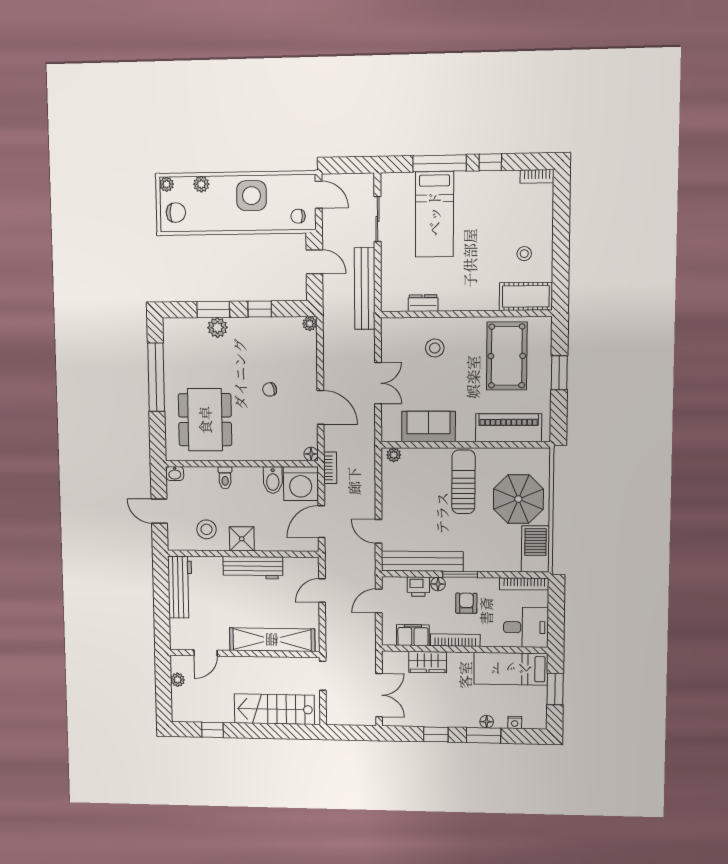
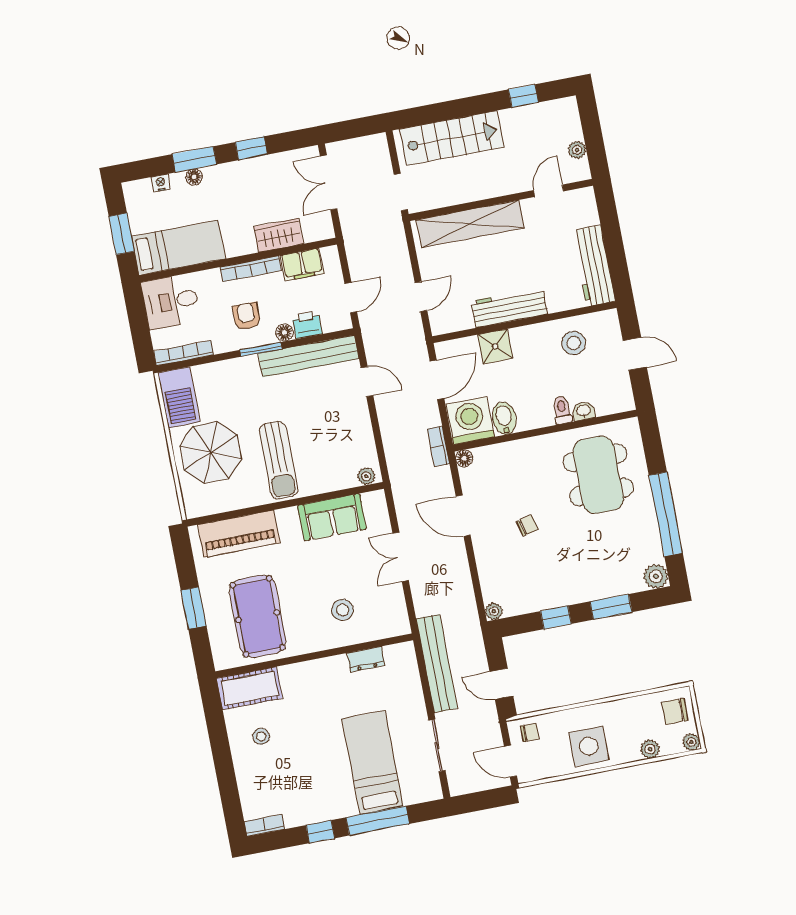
plant: (217, 328) -> (656, 576), moved
washbasin: (175, 474) -> (584, 411), moved
shower: (242, 539) -> (495, 347), moved
armchair: (466, 603) -> (247, 316), turned 180

